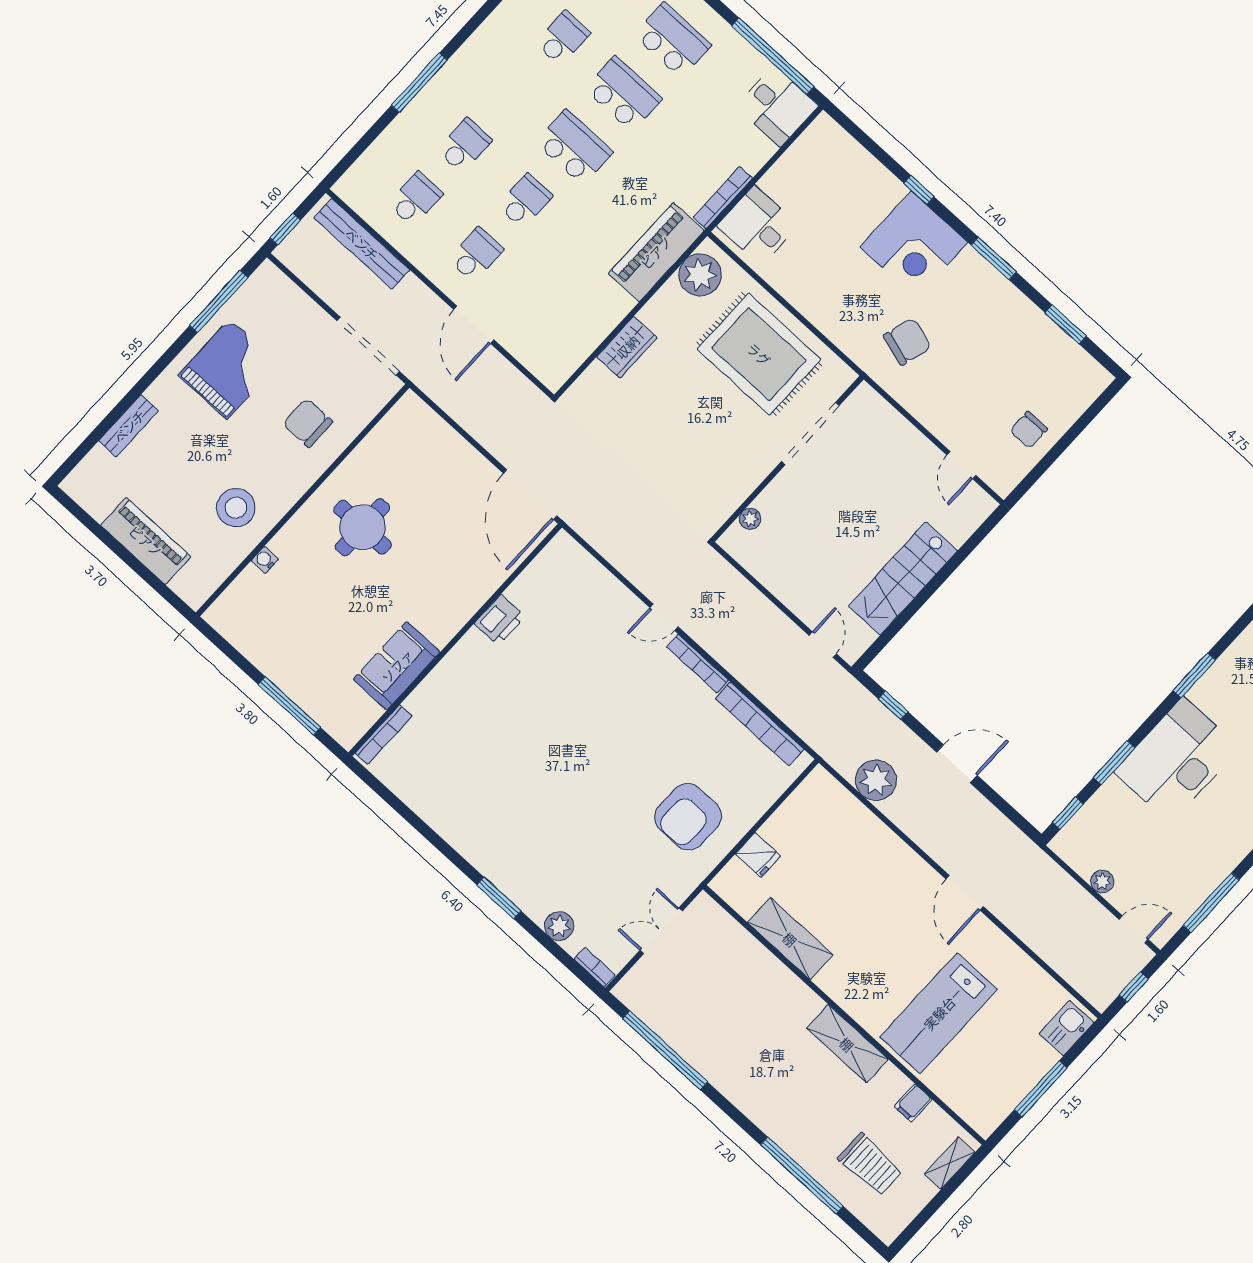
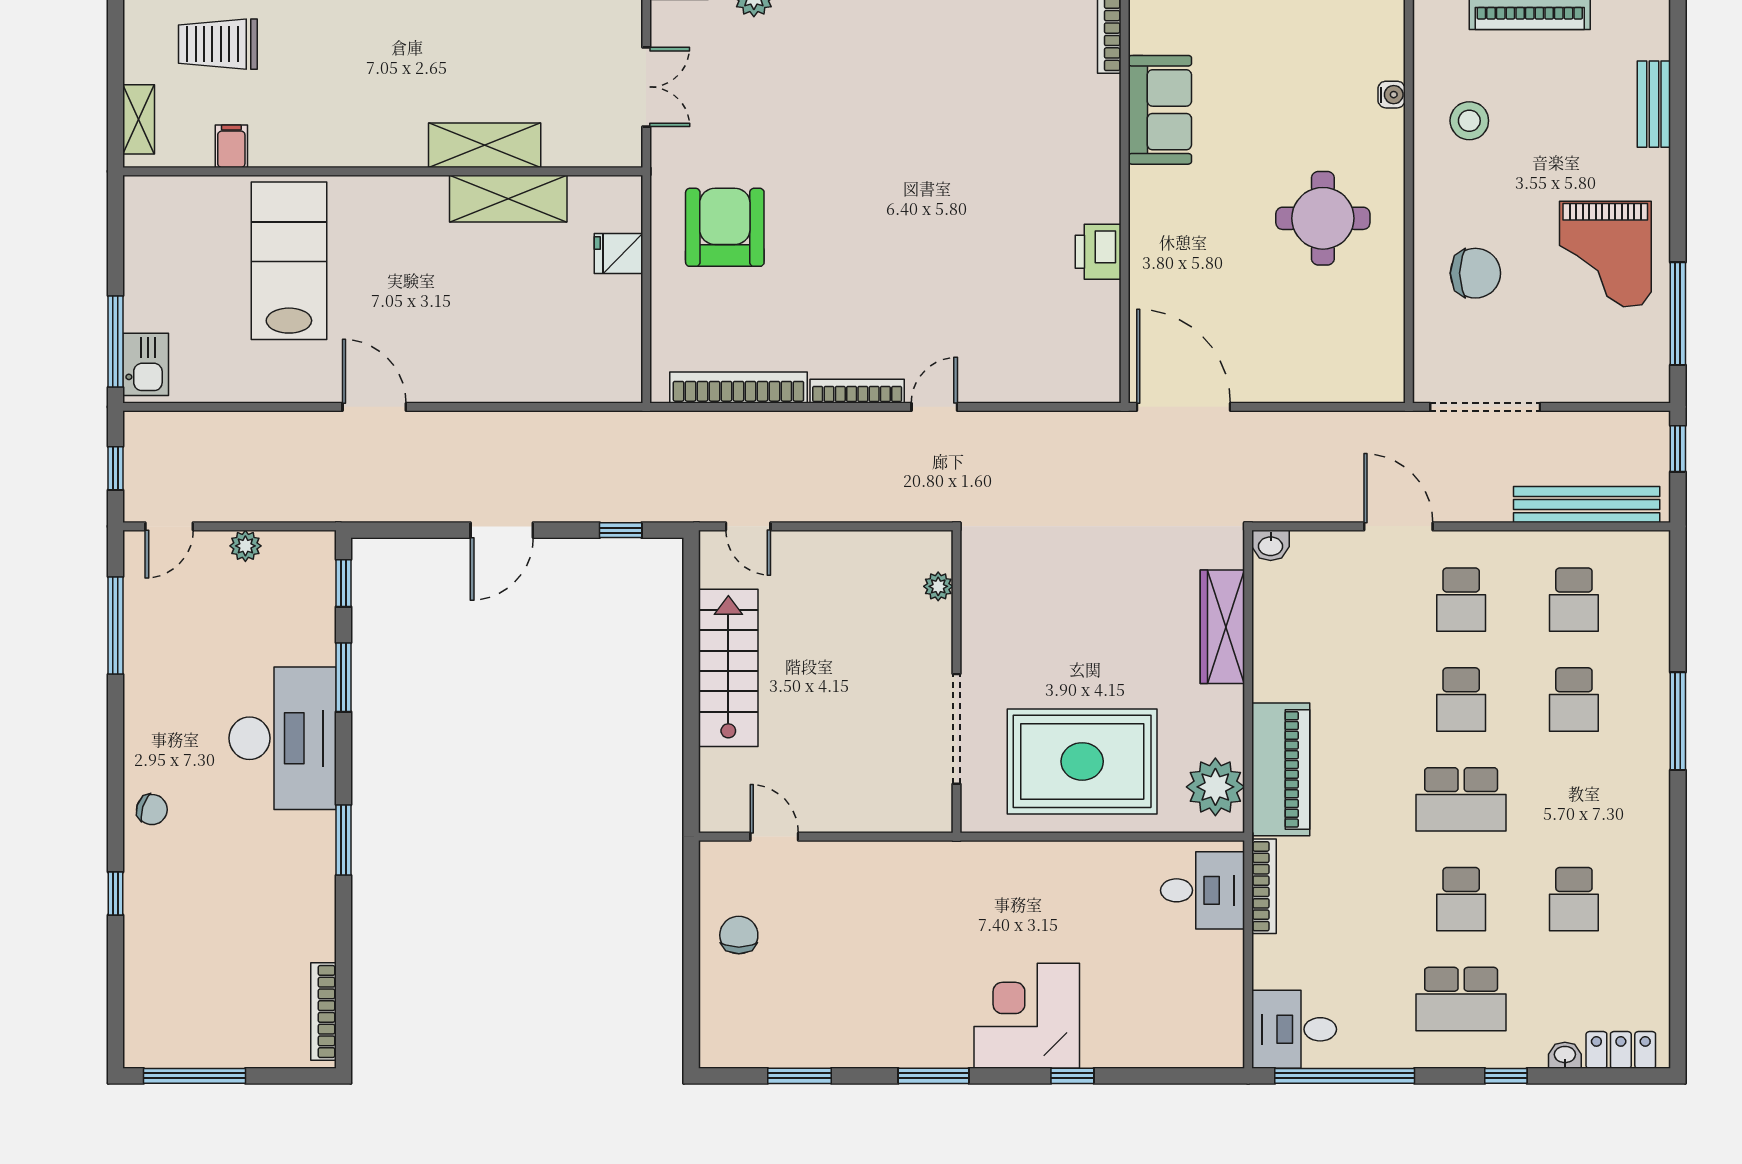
school desk: (623, 94) -> (1461, 899), width x0.54
chair: (907, 342) -> (944, 912), removed
wardrobe: (627, 347) -> (1222, 627), width x1.50
washbasin: (552, 377) -> (1271, 545), added
stool: (236, 508) -> (1469, 121), width x0.73, depth x0.73
plant: (876, 780) -> (568, 439), removed
shelving: (847, 1044) -> (485, 145), moved
window: (1041, 1089) -> (115, 341), moved

